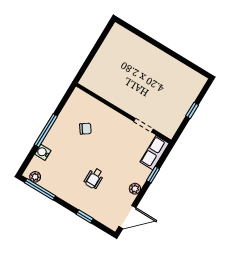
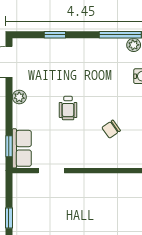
window: (153, 175) -> (9, 146), moved
wheelchair: (94, 178) -> (68, 108), moved, turned 180

